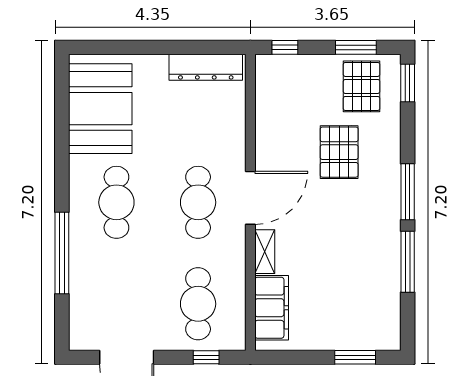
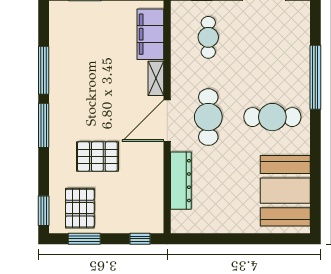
dresser: (206, 67) -> (181, 181), moved, turned 90
pallet: (339, 152) -> (97, 157), turned 90
cafe table: (116, 202) -> (272, 117), turned 90
cafe table: (198, 304) -> (208, 37), width x0.73, depth x0.74

